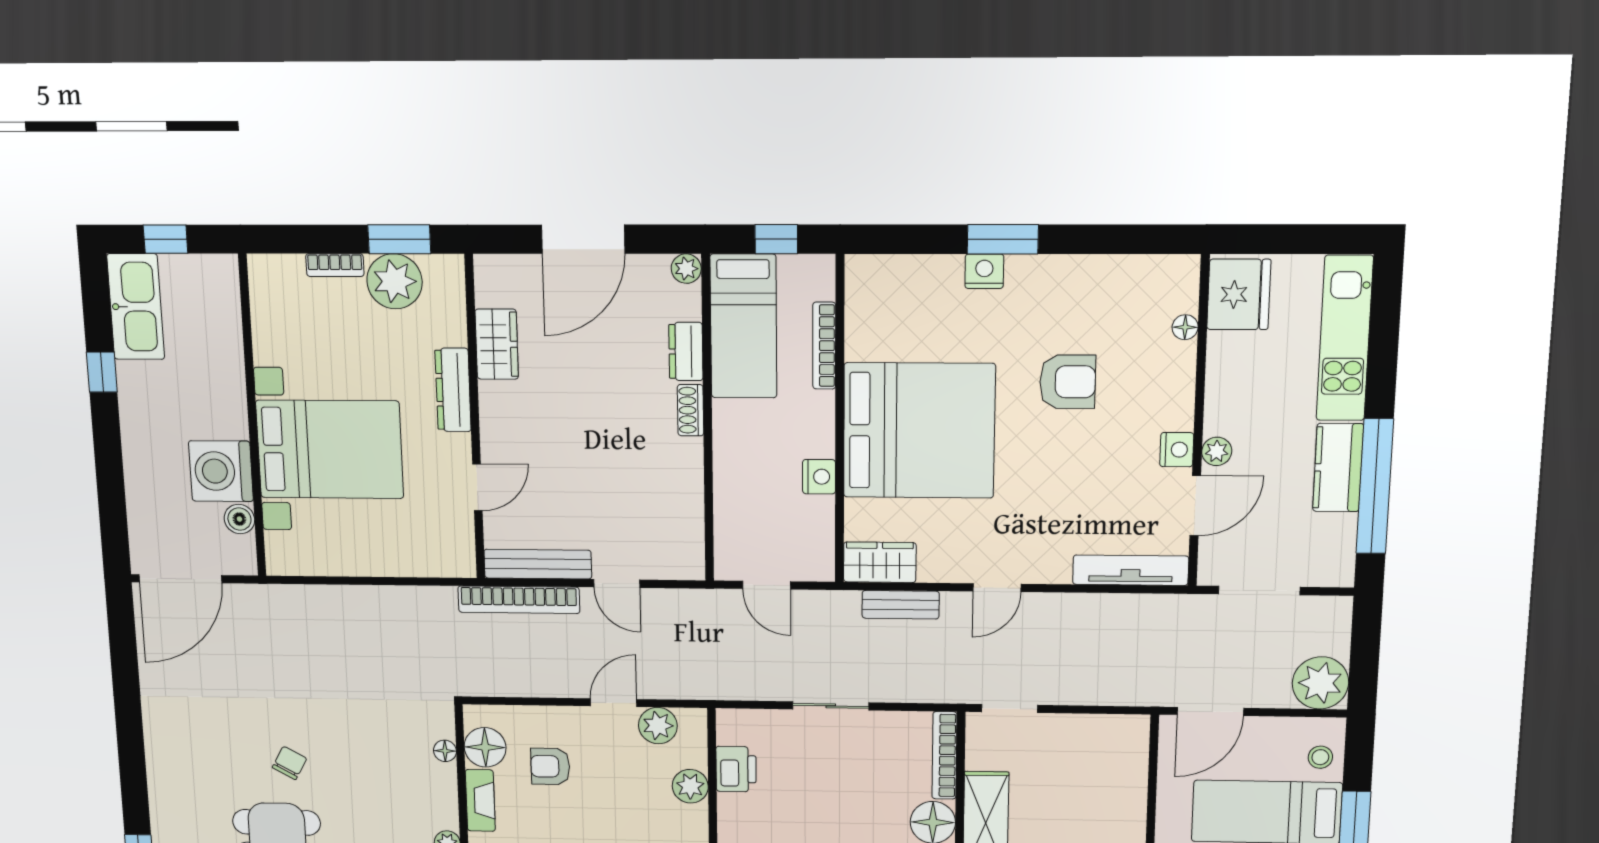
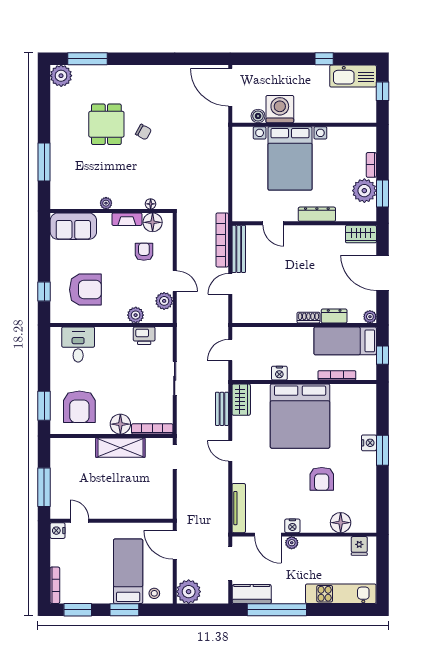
fridge: (1239, 294) -> (359, 546), width x0.53, depth x0.75
floor lamp: (1185, 327) -> (341, 523), width x1.89, depth x1.89
wardrobe: (497, 344) -> (361, 234), moved
kitchen counter: (1338, 468) -> (252, 594), moved

